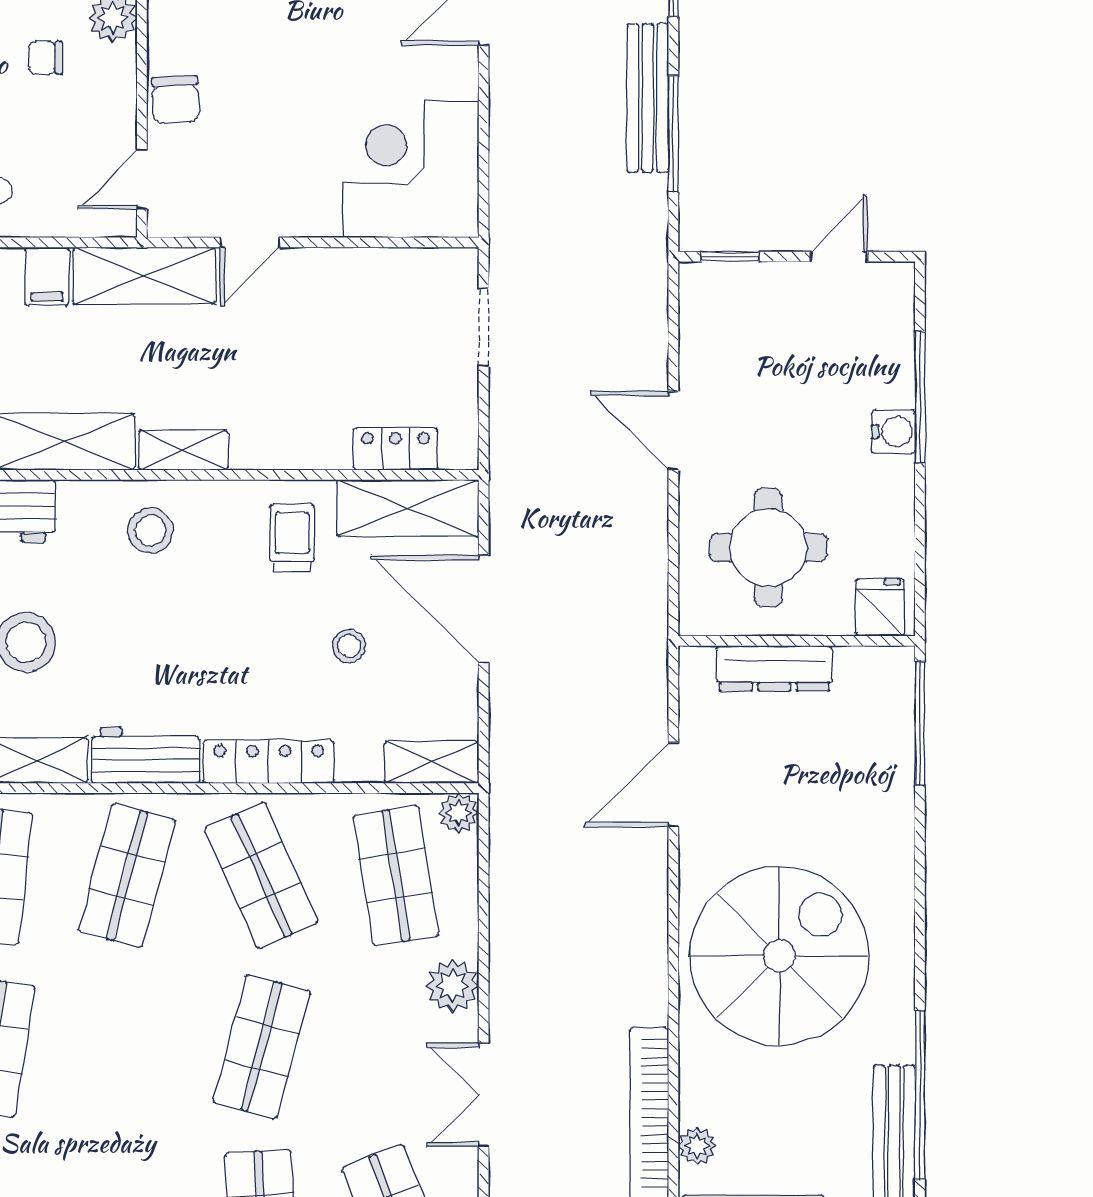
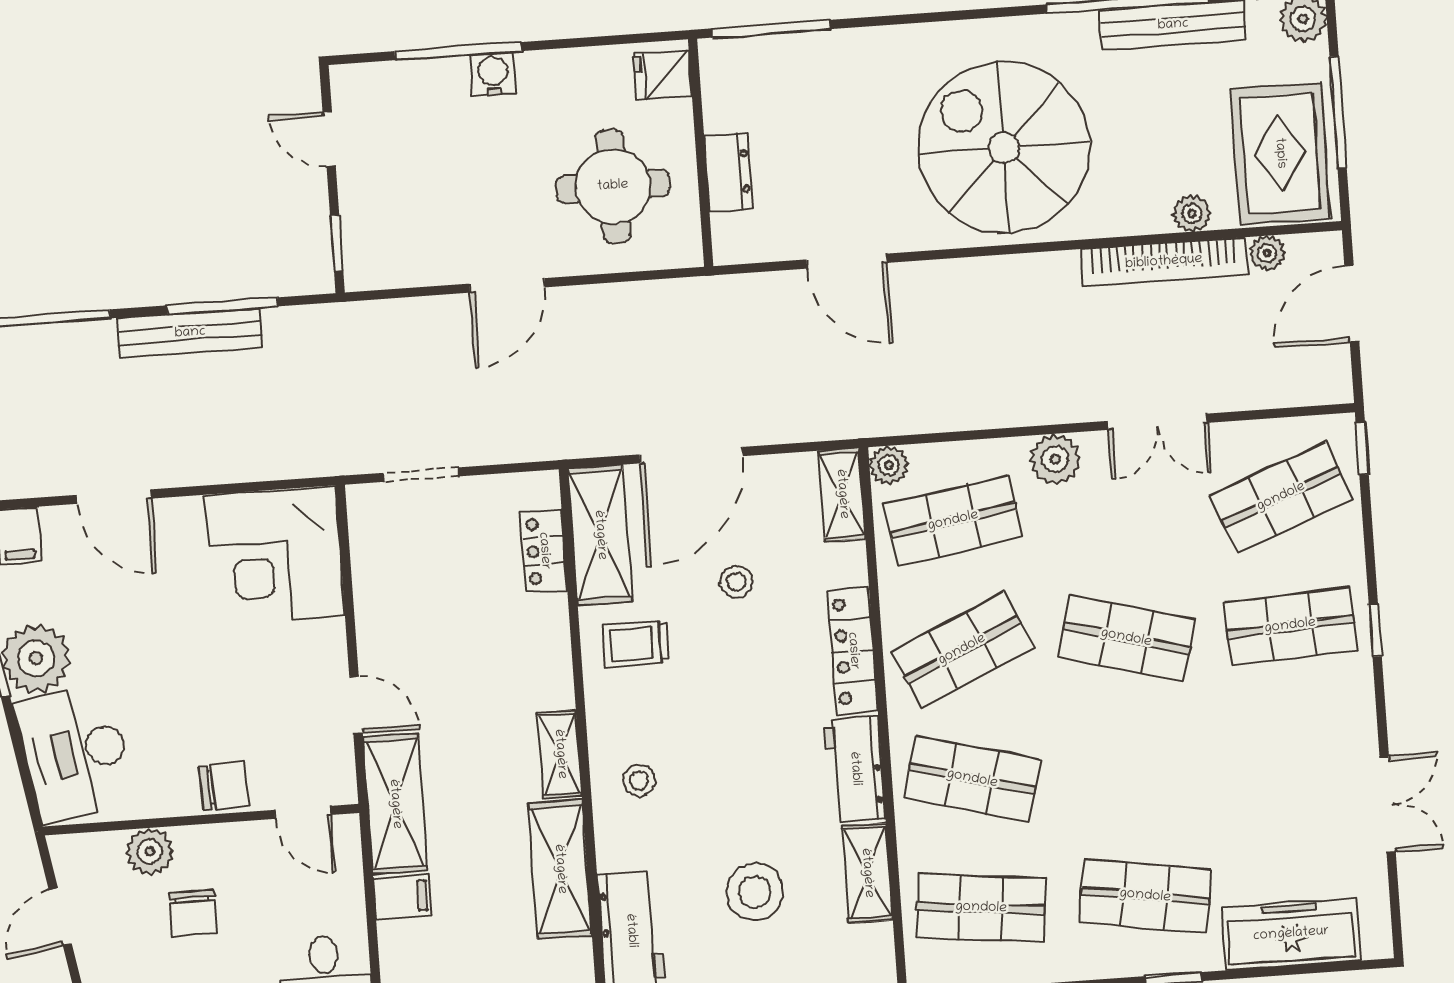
chair: (45, 58) -> (193, 913), width x1.37, depth x1.37
stool: (150, 530) -> (639, 780), width x0.73, depth x0.73
dresser: (774, 668) -> (728, 172), width x0.70

